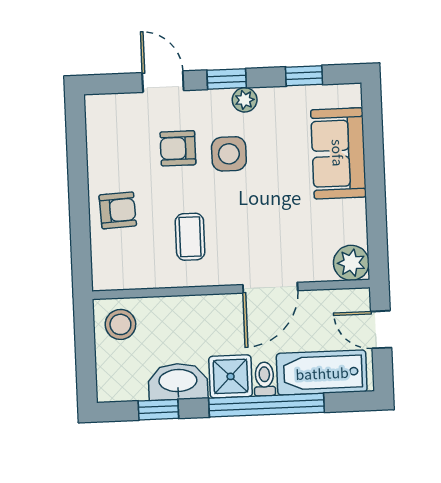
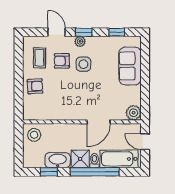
plant: (245, 100) -> (80, 41), moved
coffee table: (190, 237) -> (40, 58), moved

